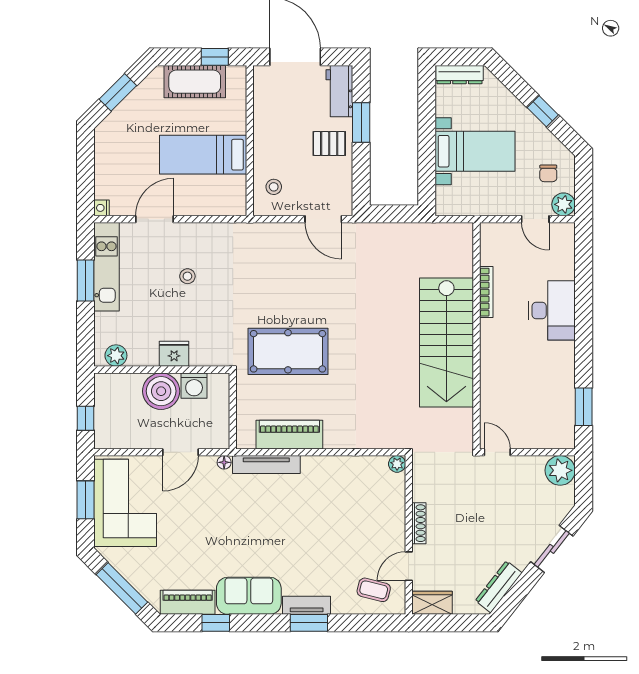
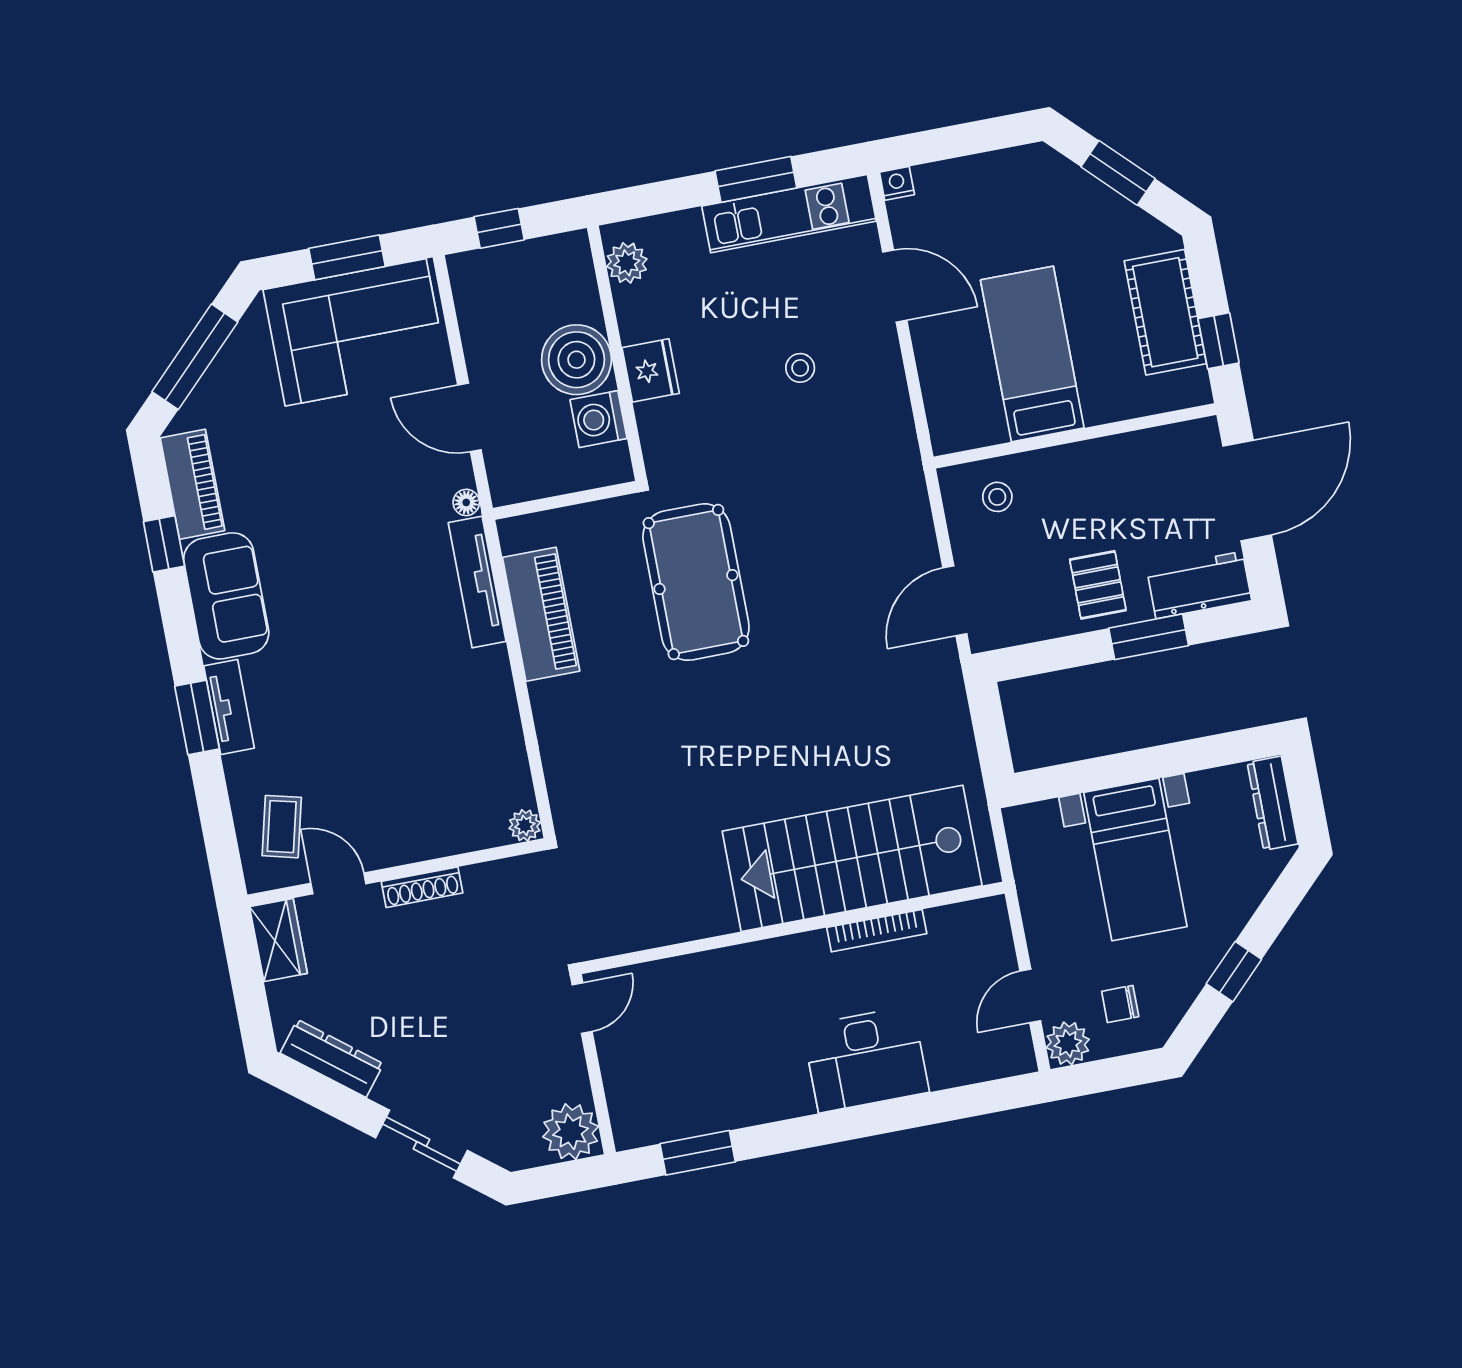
stairs: (446, 342) -> (852, 858), moved

